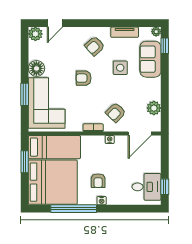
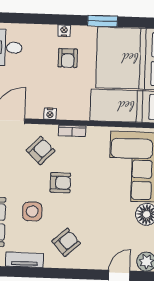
armchair: (84, 78) -> (60, 183), moved
armchair: (98, 181) -> (68, 58), turned 180
window: (74, 209) -> (103, 21), width x0.47

